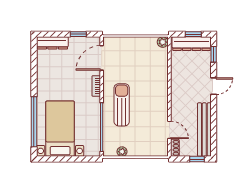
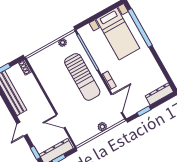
plant: (163, 42) -> (102, 127), moved
sun lounger: (122, 105) -> (82, 77), width x1.36, depth x1.34
door: (169, 130) -> (61, 121), moved

